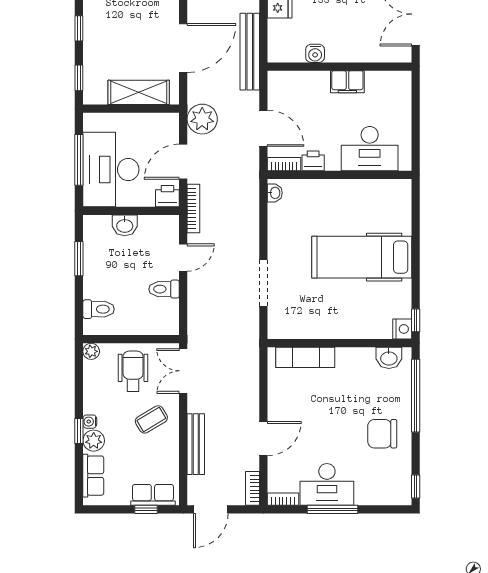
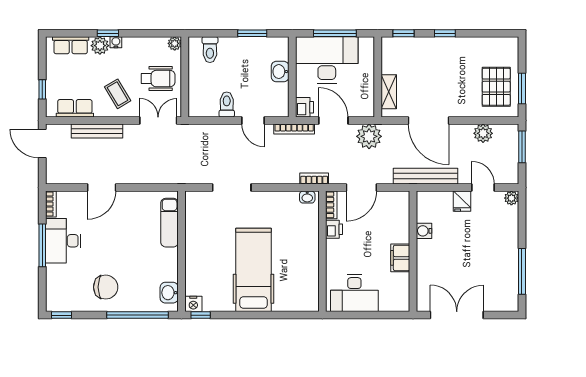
shelving: (139, 92) -> (389, 92), width x0.67, depth x0.75
desk: (370, 149) -> (354, 293), moved, turned -90
chair: (382, 434) -> (106, 287), turned 90
door: (263, 439) -> (102, 188), hinge flipped
bookcase: (253, 488) -> (314, 178), moved
row of seats: (153, 495) -> (75, 108), moved, turned -90

